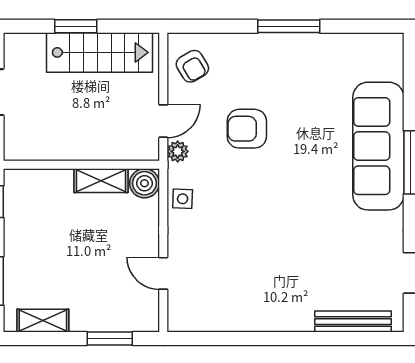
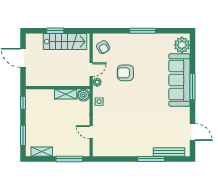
plant: (384, 61) -> (182, 45), added
window: (110, 339) -> (69, 159), width x1.44
window: (309, 339) -> (151, 159), added

